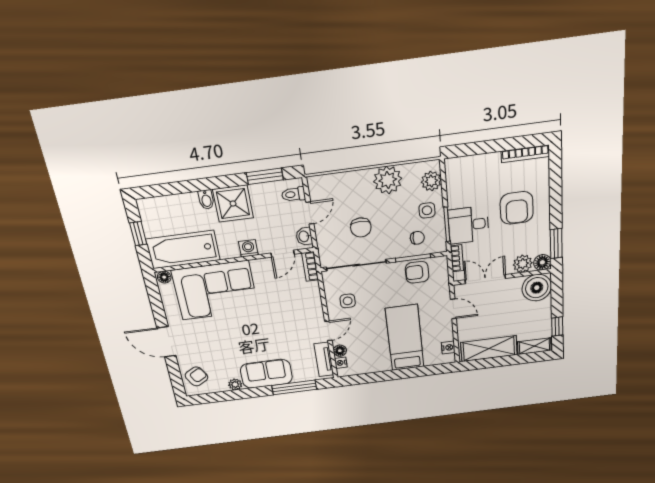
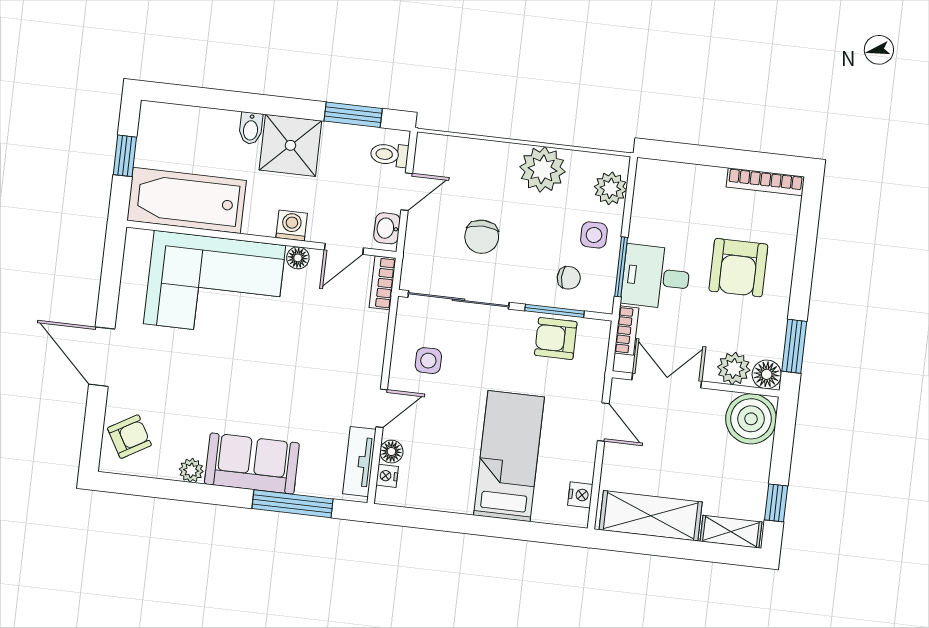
floor lamp: (164, 277) -> (298, 258), moved

